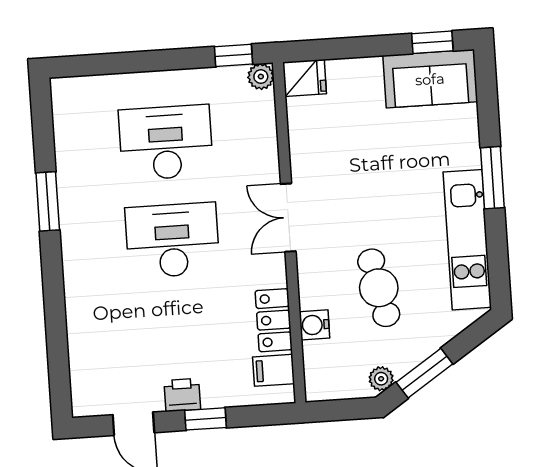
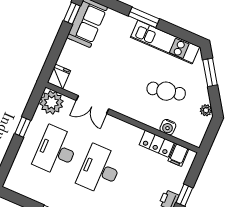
window: (234, 55) -> (23, 127), moved
plant: (261, 77) -> (51, 102), width x1.88, depth x1.88
double door: (288, 218) -> (93, 105), moved
window: (424, 373) -> (210, 72), moved

